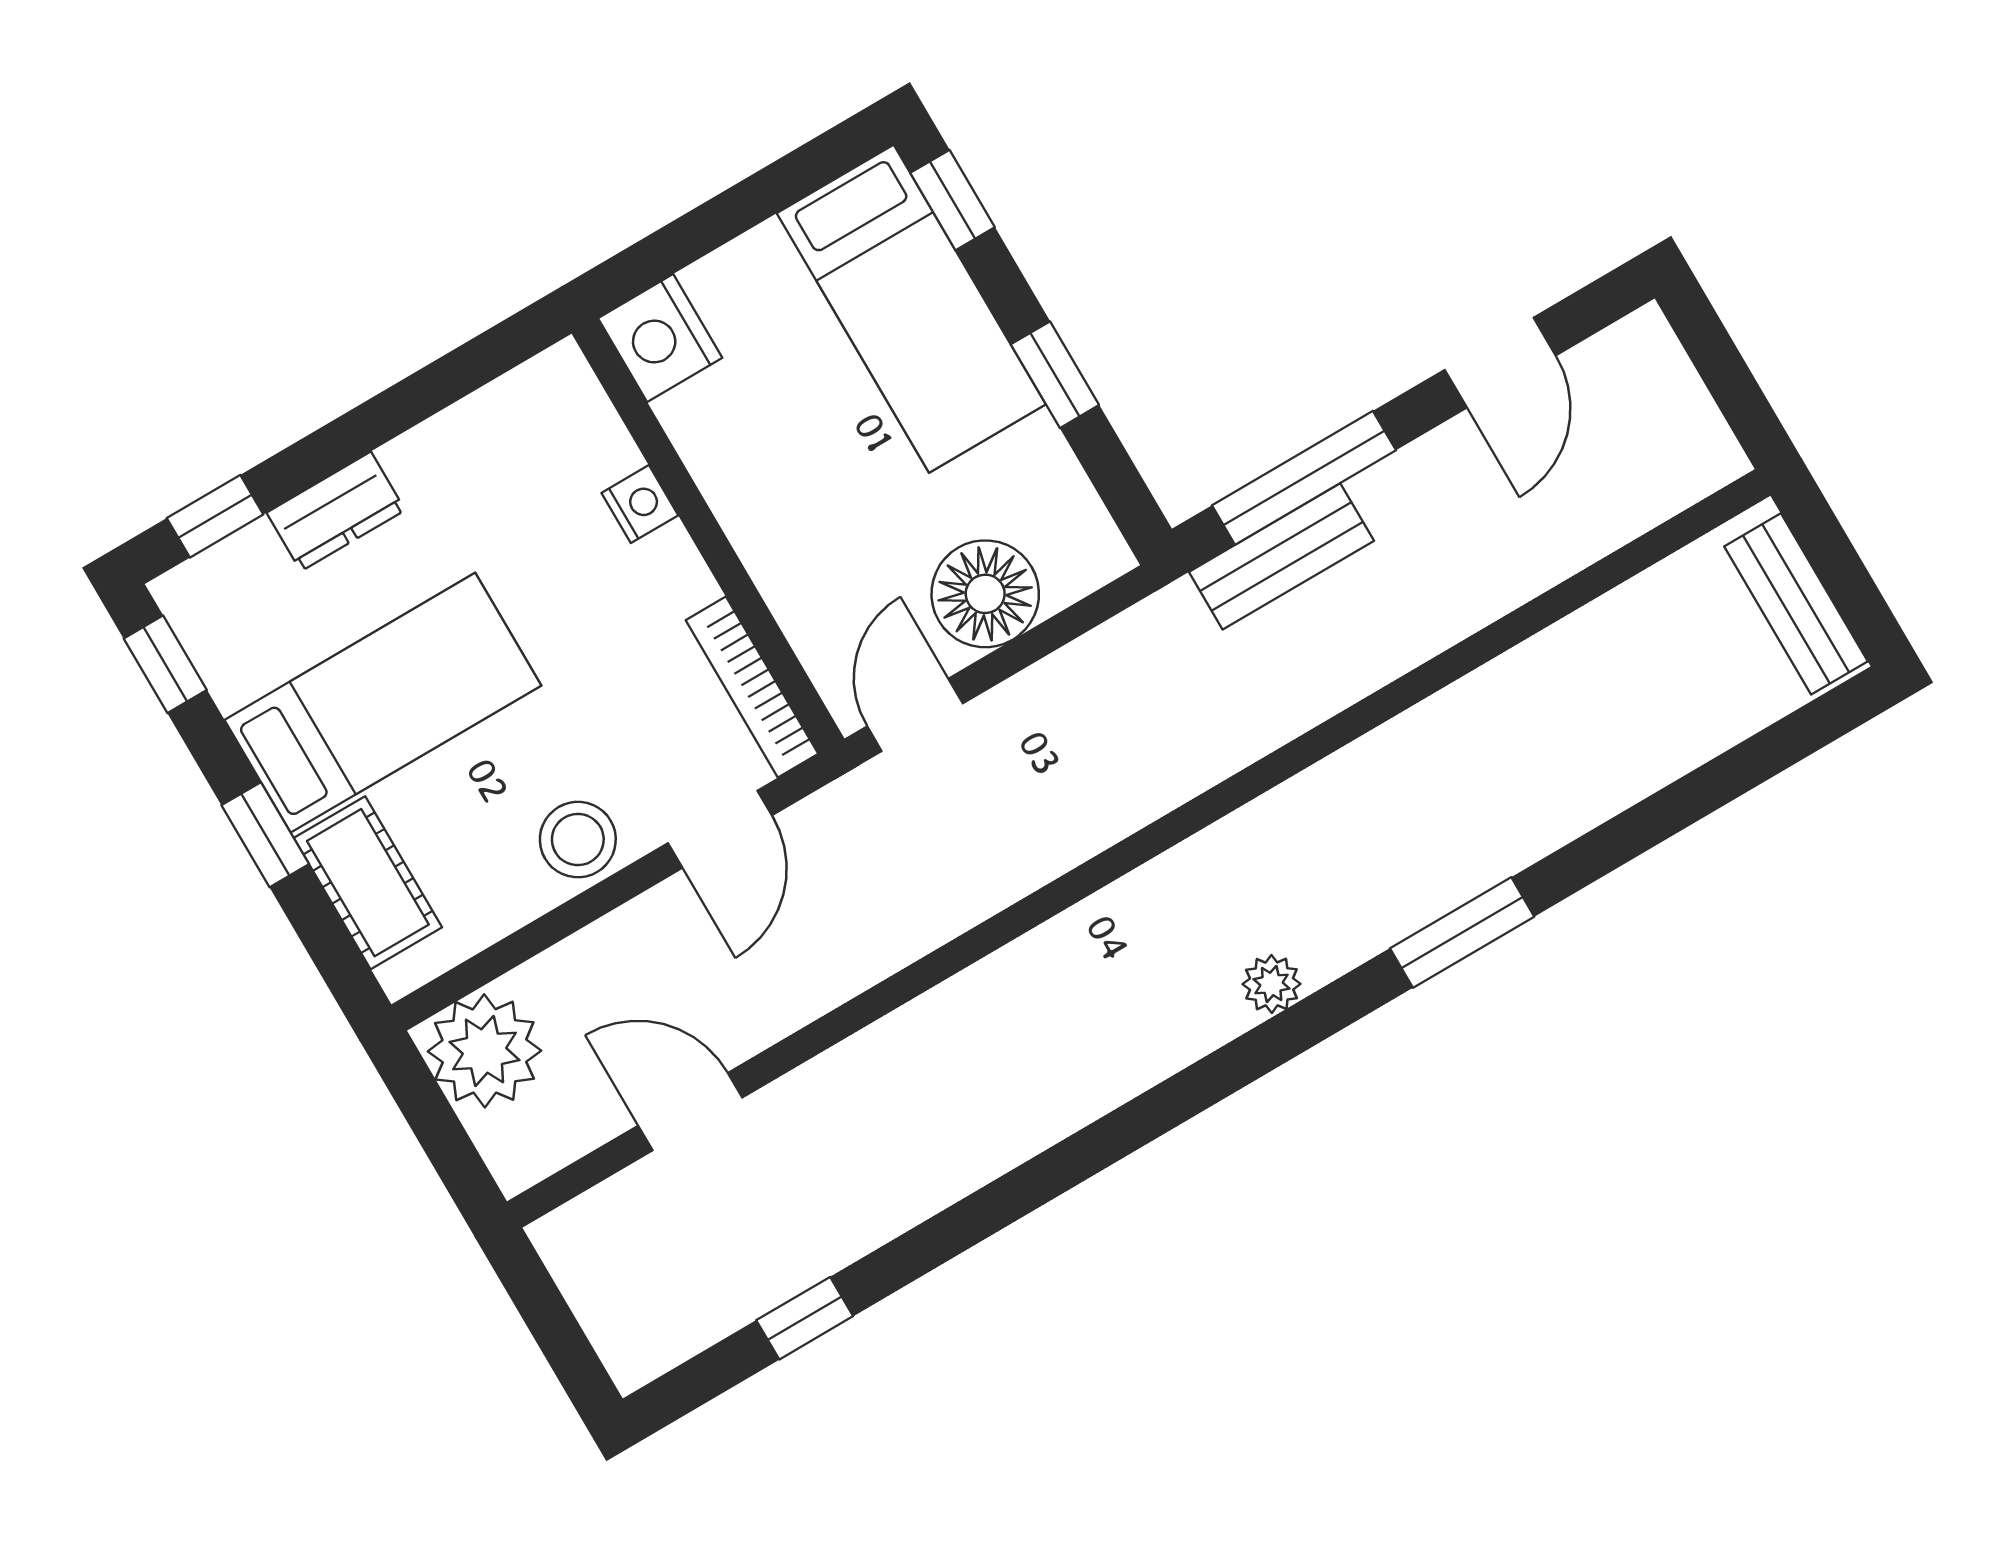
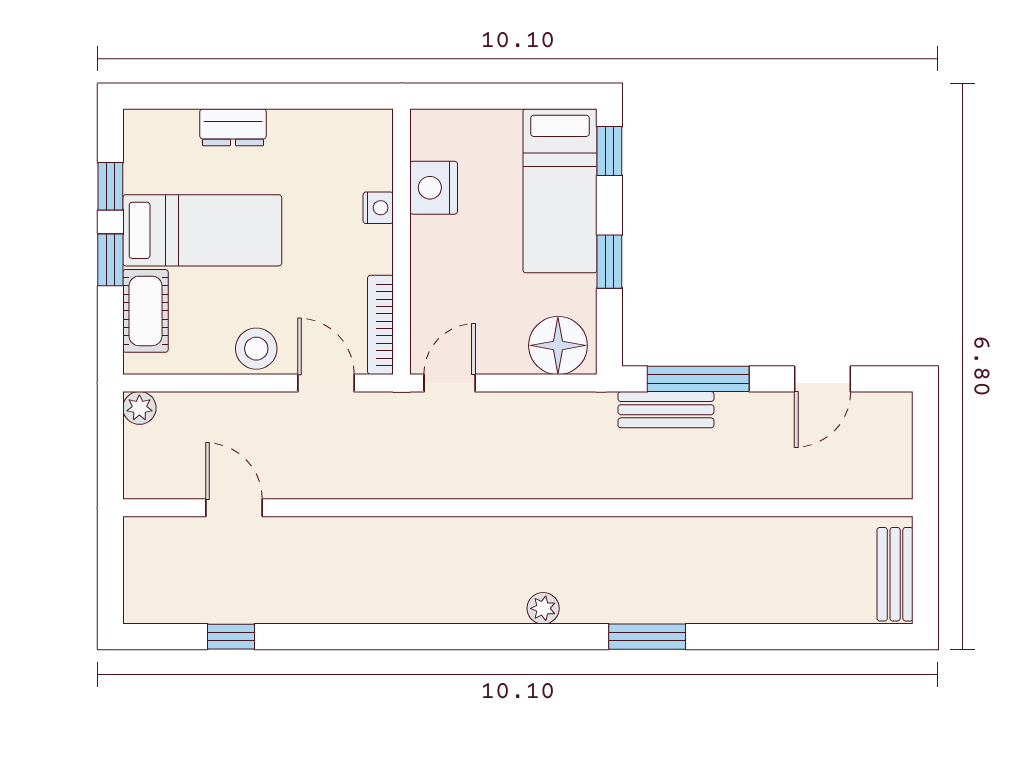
nightstand: (660, 338) -> (434, 188), moved
window: (215, 516) -> (175, 96), removed
floor lamp: (985, 594) -> (558, 345), moved
window: (165, 664) -> (110, 186), moved
door: (720, 829) -> (326, 383), swing flipped
plant: (484, 1051) -> (139, 408), width x0.53, depth x0.53

